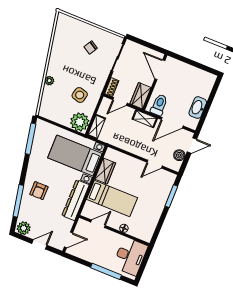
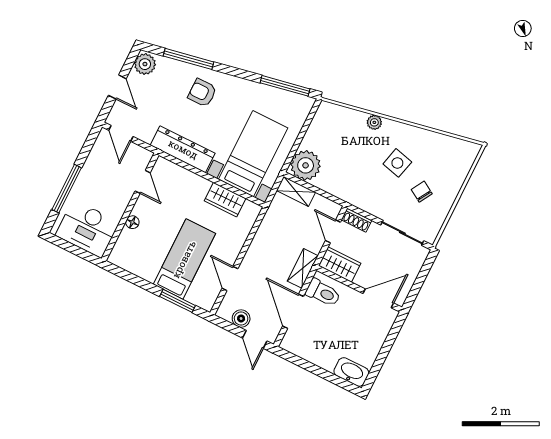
side table: (80, 95) -> (397, 163), moved
washbasin: (198, 108) -> (351, 372), moved
bed: (112, 199) -> (184, 259), moved, turned 180

